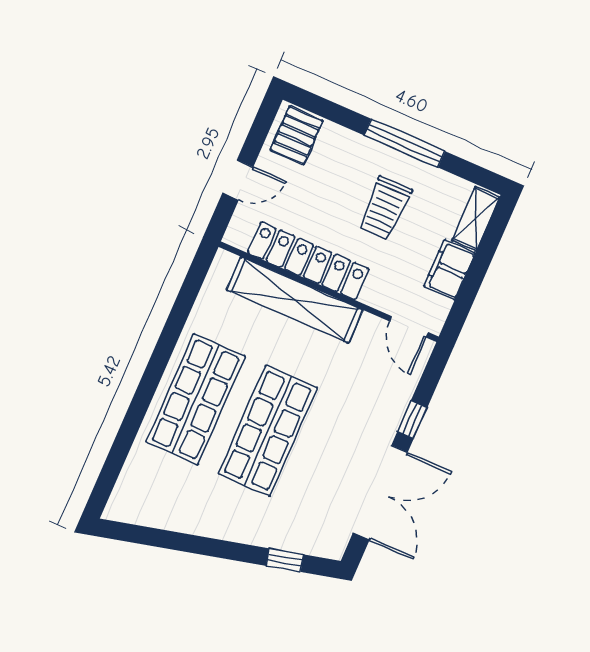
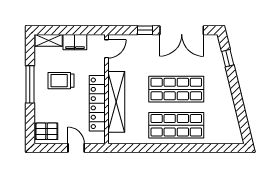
trolley: (385, 208) -> (61, 81), turned 180
double door: (380, 493) -> (182, 30), swing flipped

